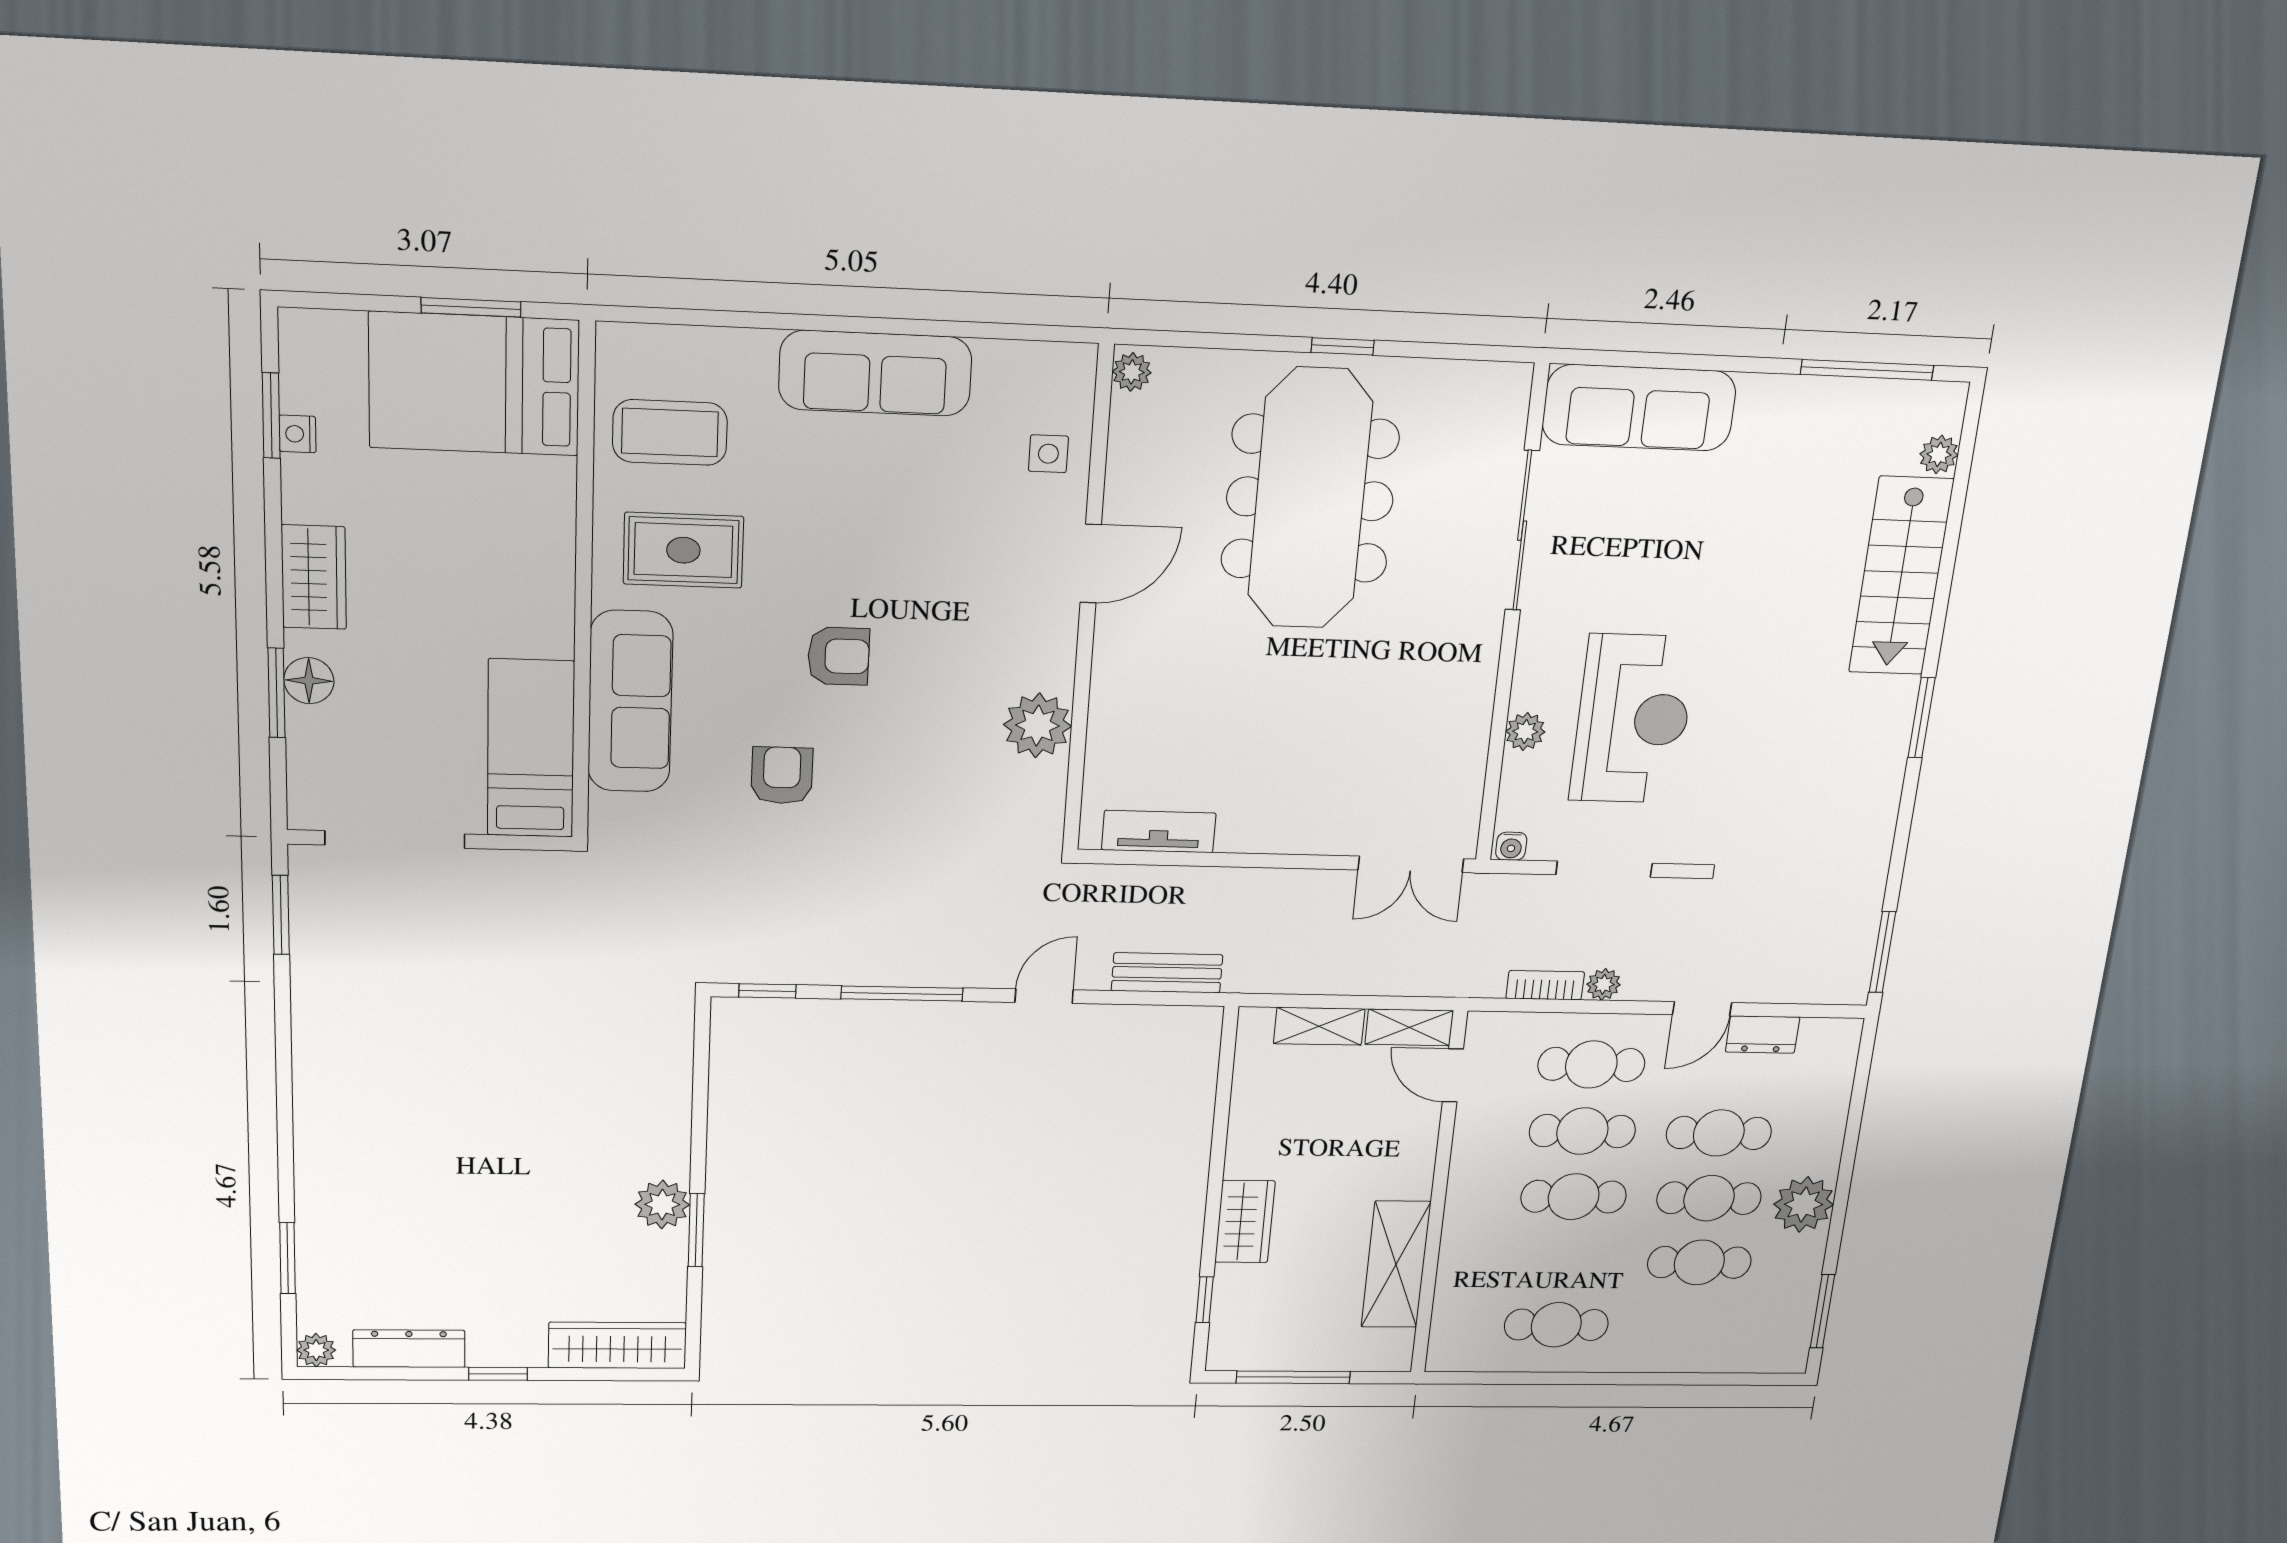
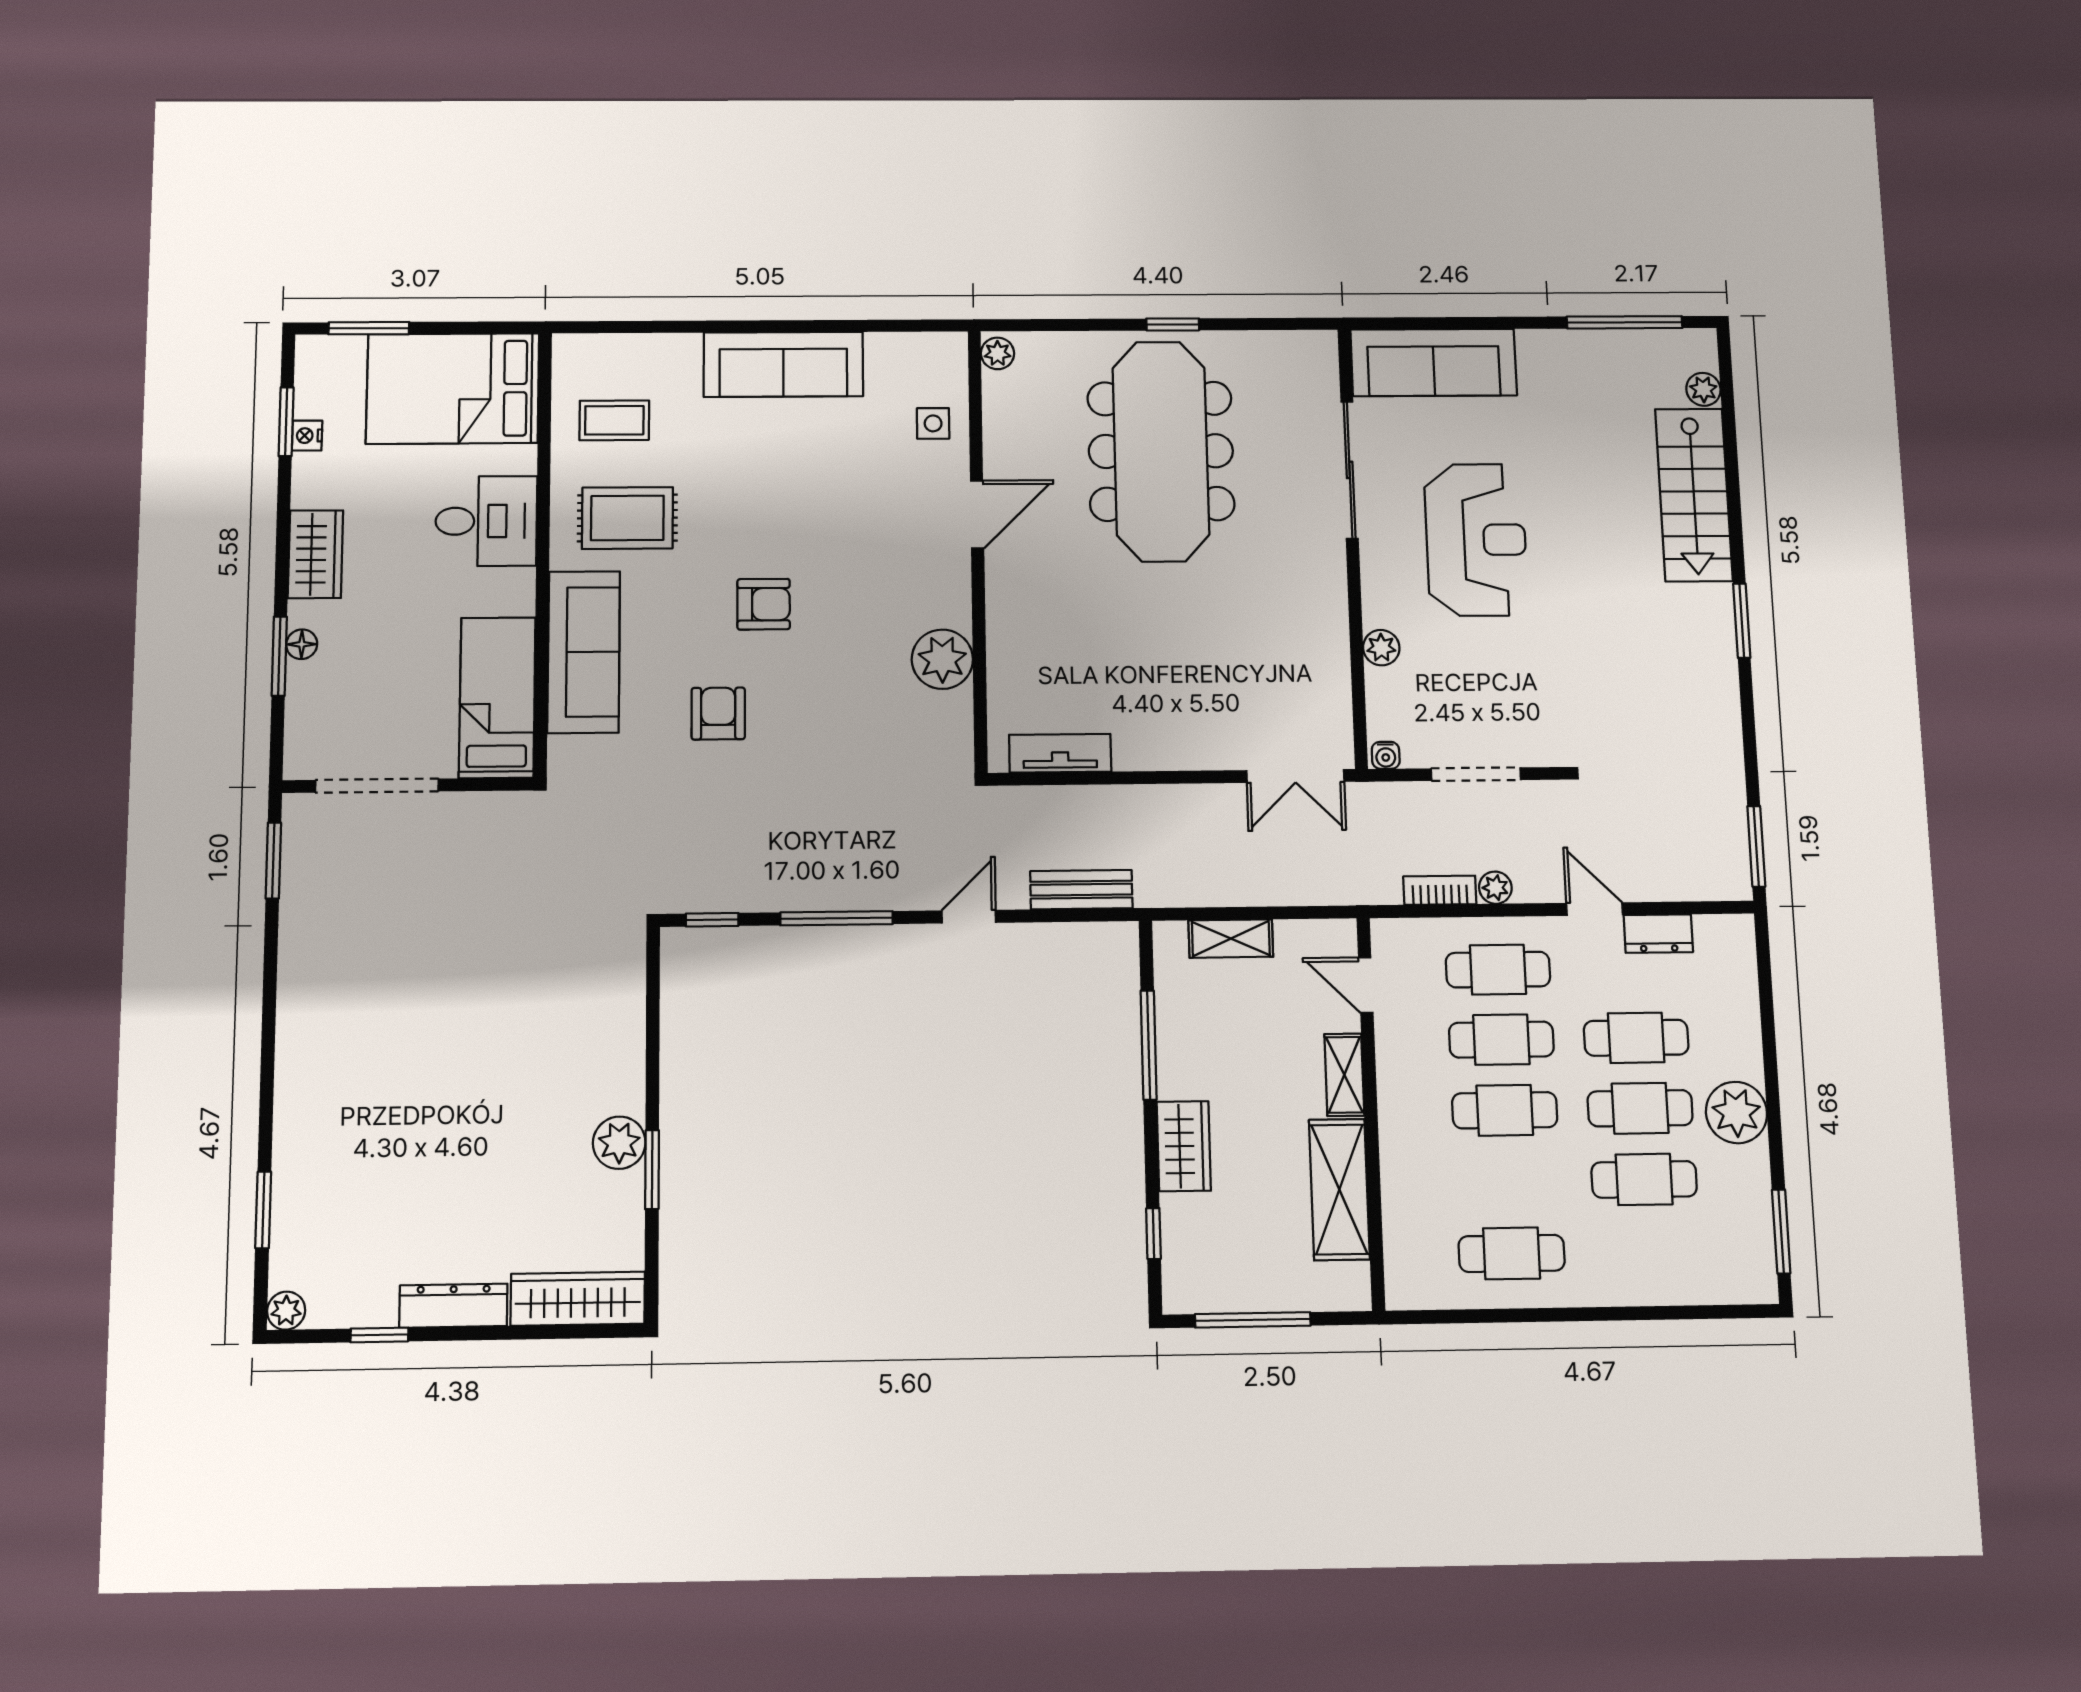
window: (471, 307) -> (369, 328), moved
coffee table: (670, 432) -> (614, 420), width x0.73, depth x0.77
desk: (516, 547) -> (486, 521), added
floor lamp: (309, 681) -> (302, 644), width x0.73, depth x0.73
reception desk: (1633, 719) -> (1476, 540), moved
door: (1702, 1009) -> (1594, 909), swing flipped
shelving: (1409, 1027) -> (1344, 1075), moved, turned 90
window: (1220, 1127) -> (1149, 1045), added
dresser: (409, 1349) -> (453, 1306), moved
window: (498, 1374) -> (379, 1335), moved

